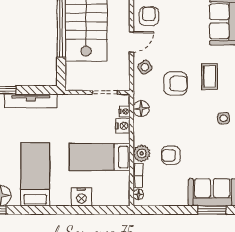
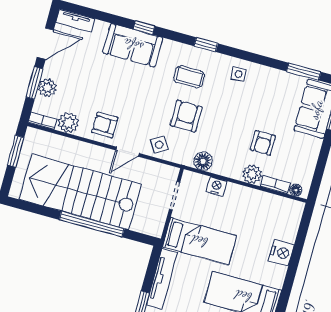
door: (131, 42) -> (128, 152), swing flipped
nightstand: (125, 111) -> (201, 180), removed
bed: (99, 157) -> (199, 241), moved, turned -90

